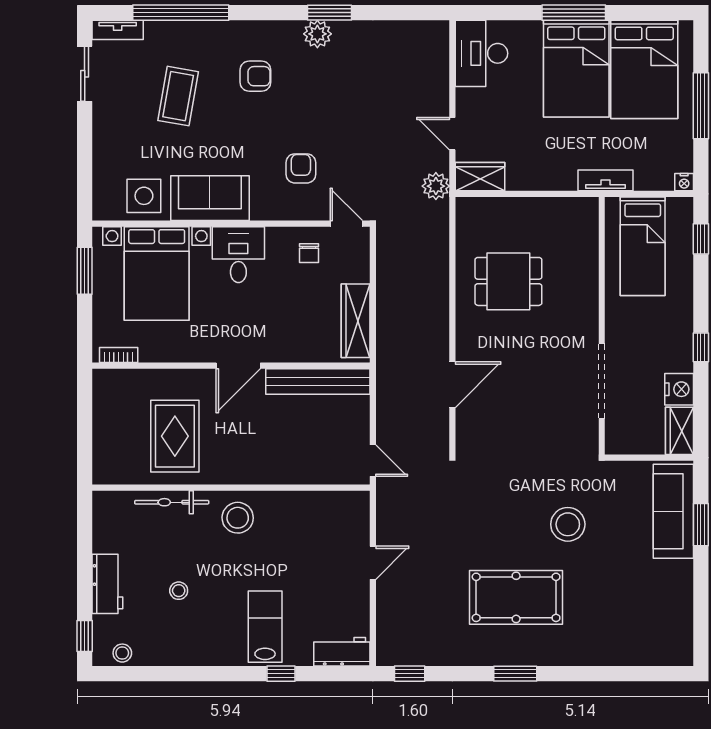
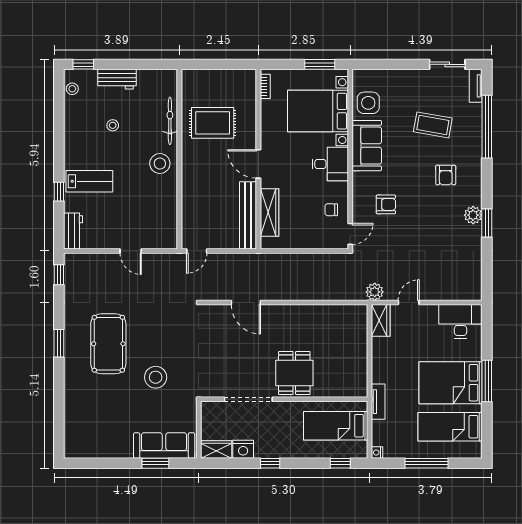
bed: (644, 69) -> (450, 427), width x0.67
dining table: (508, 281) -> (294, 373), moved
wardrobe: (356, 321) -> (270, 212), moved, turned 90

